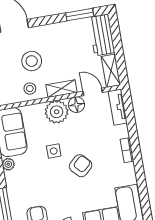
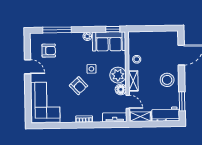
stool: (32, 61) -> (167, 80), moved
door: (93, 92) -> (128, 102), hinge flipped

